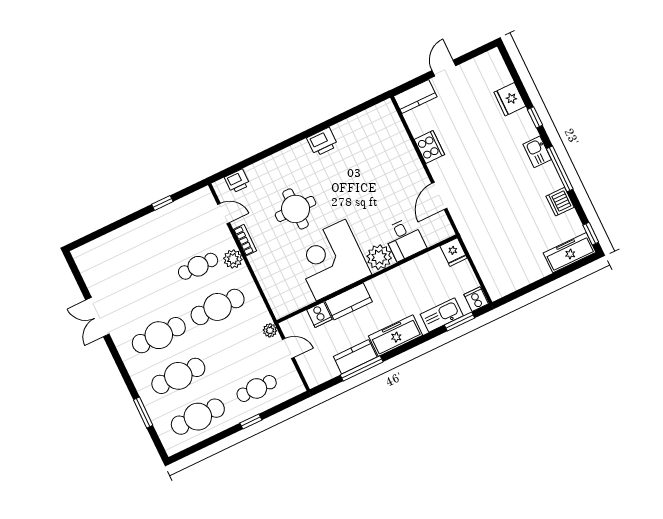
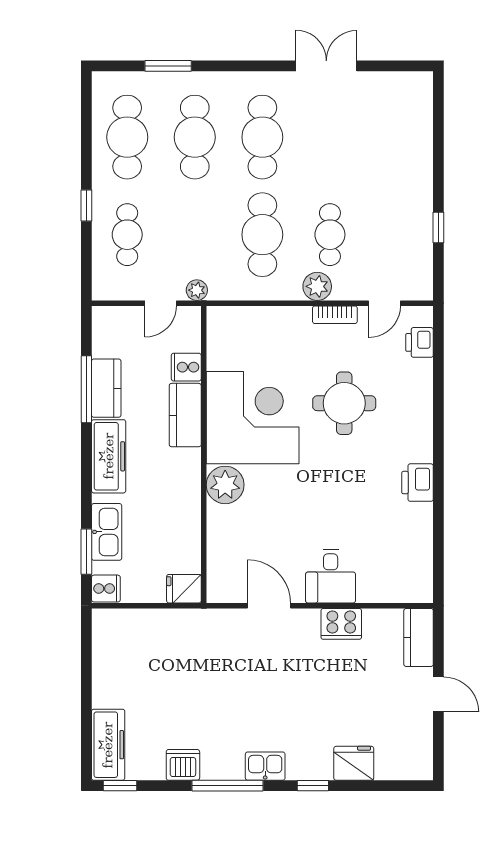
desk: (404, 239) -> (331, 576), moved, turned -90

